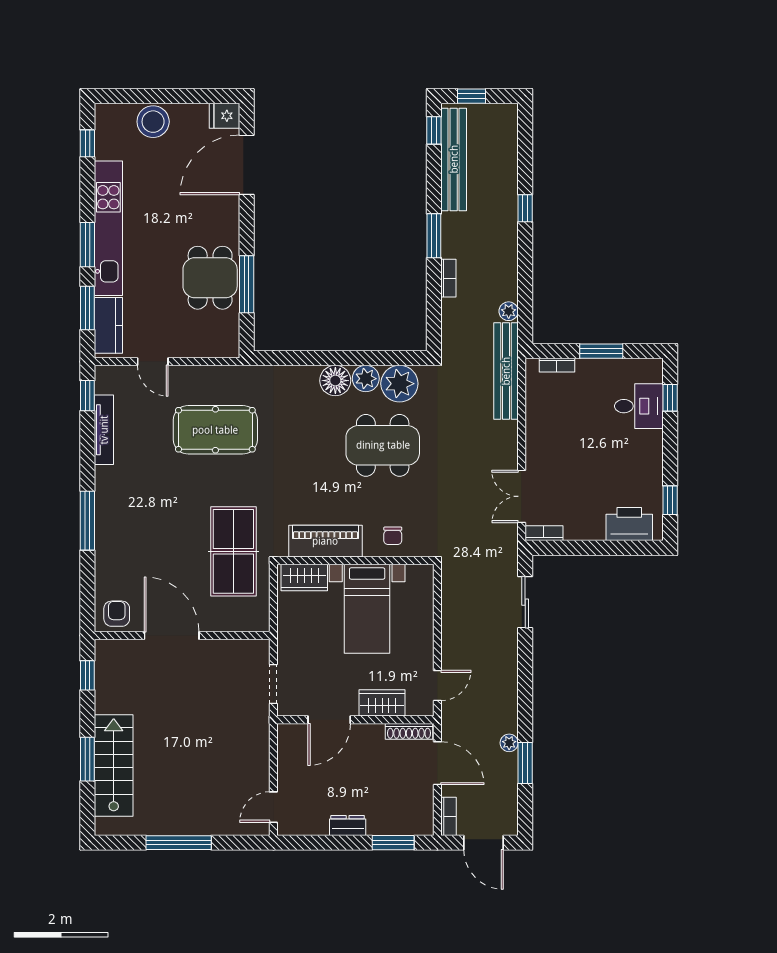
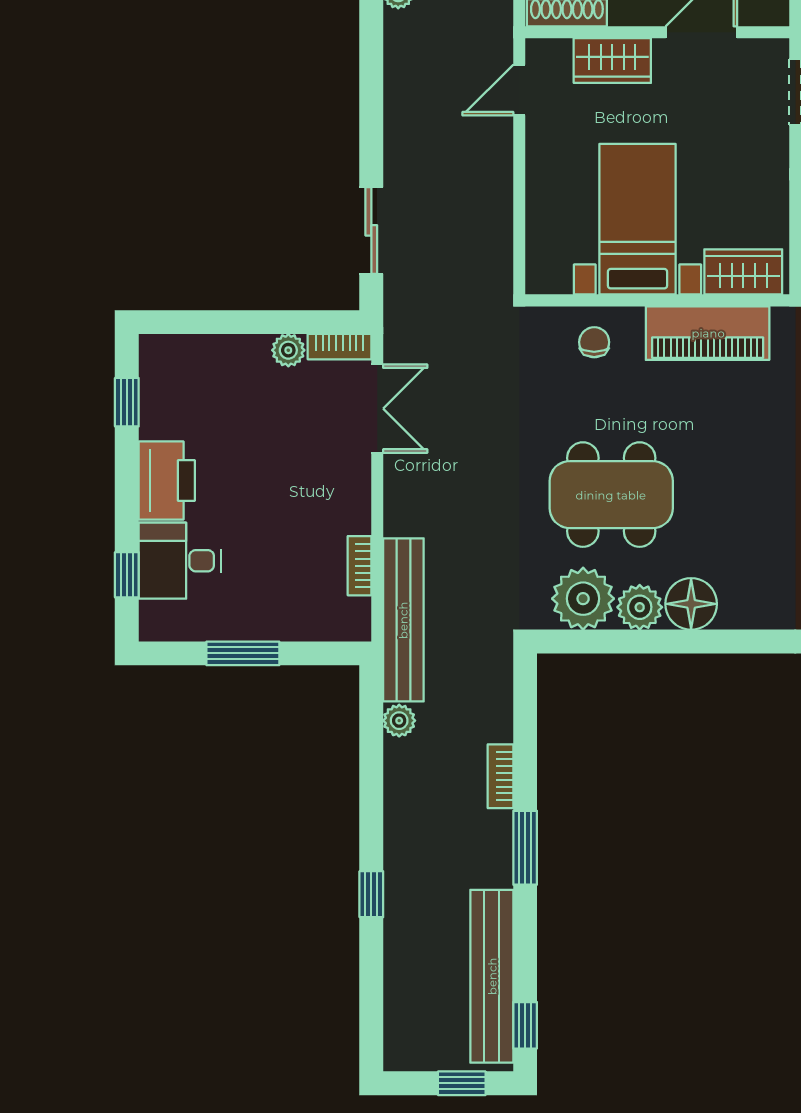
bookcase: (557, 365) -> (359, 566), moved, turned -90
printer: (629, 524) -> (167, 481), moved, turned -90
plant: (574, 531) -> (288, 350), added

